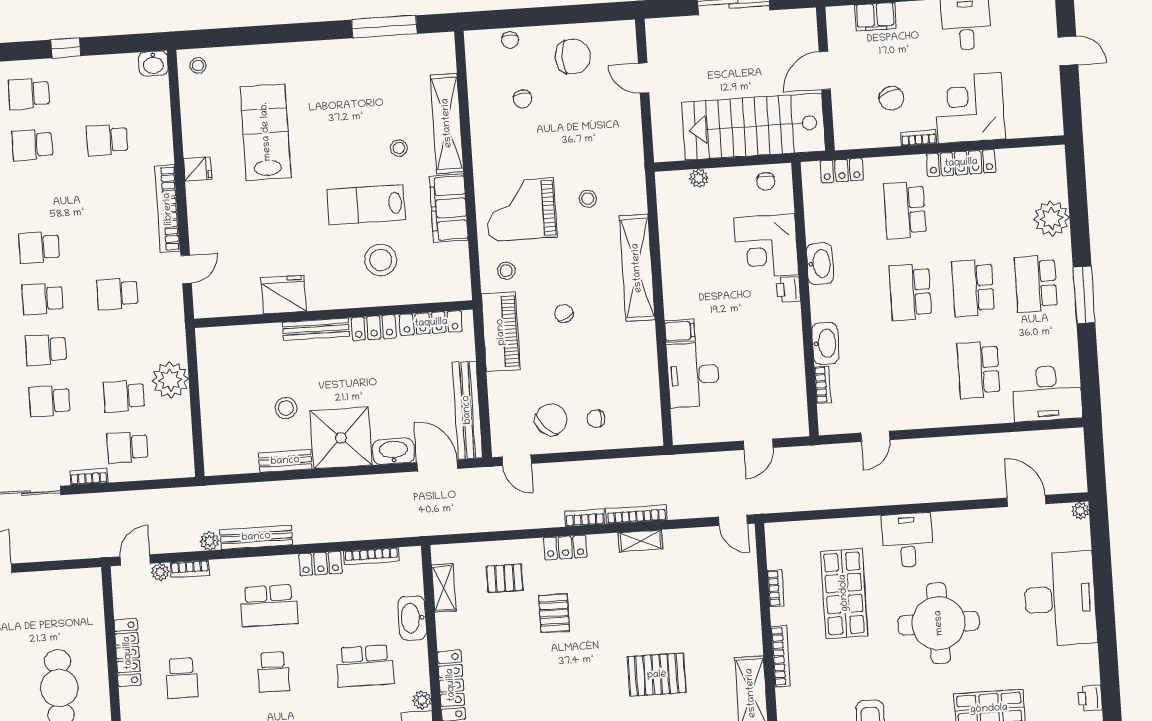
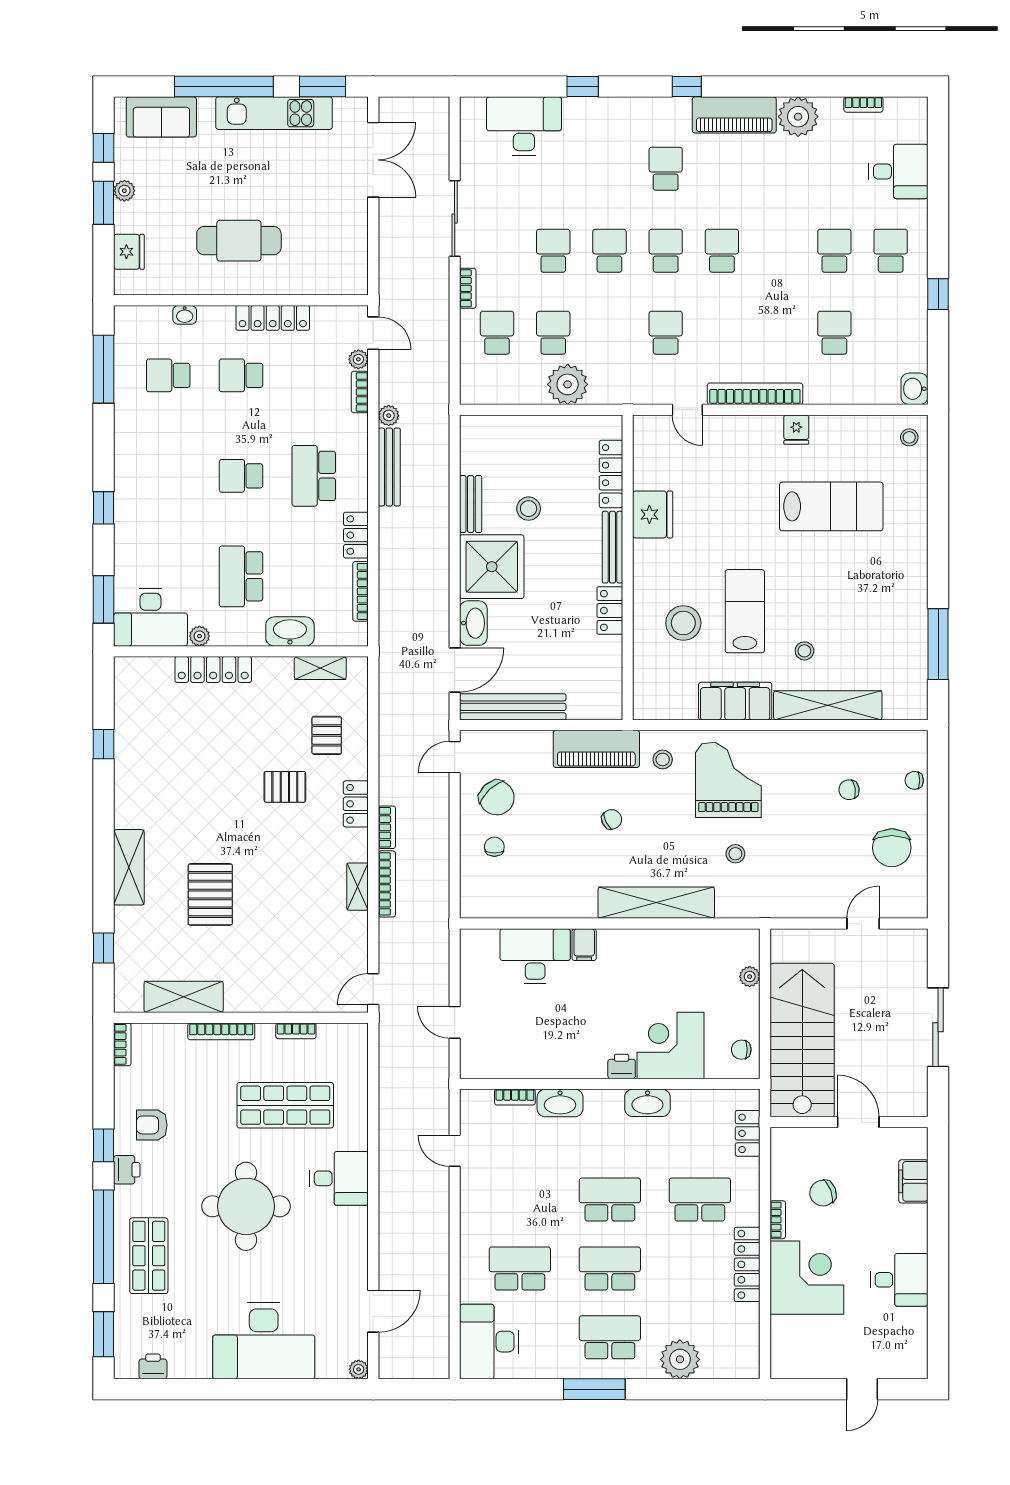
locker: (431, 323) -> (611, 474), moved

